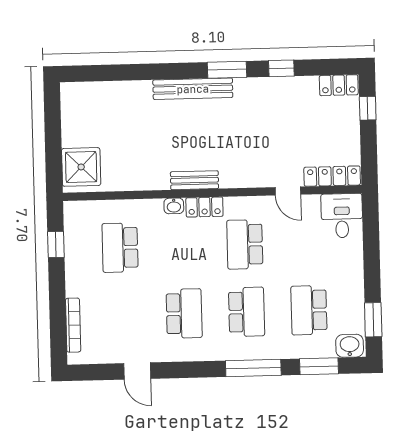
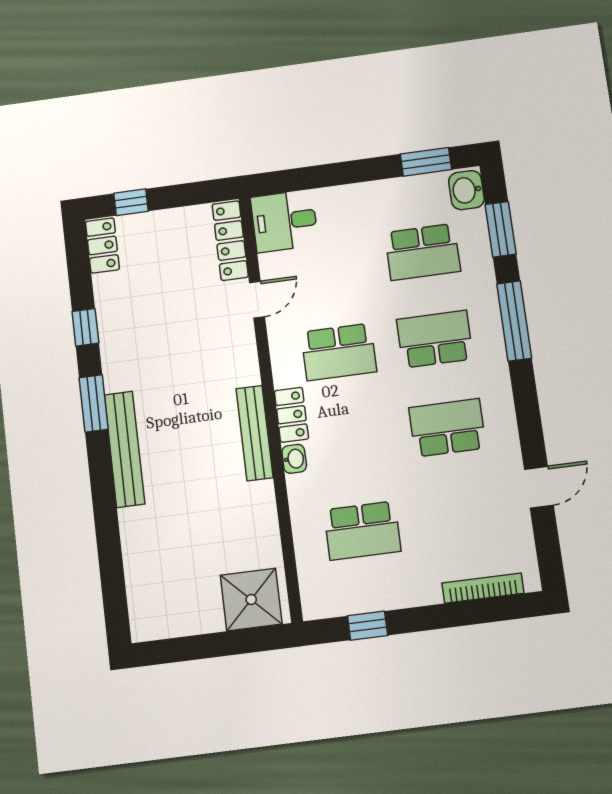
bench: (194, 180) -> (255, 433), width x1.36

